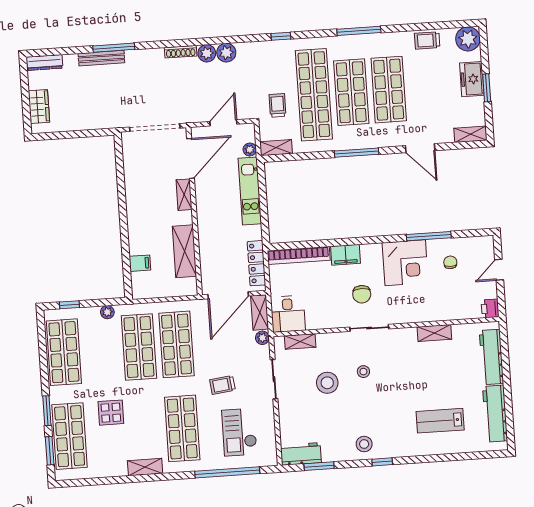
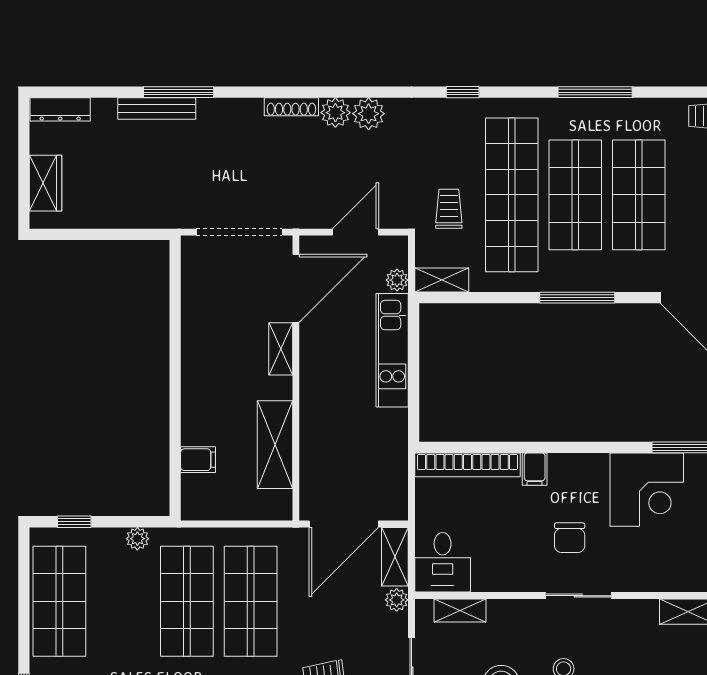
filing cabinet: (346, 255) -> (535, 469), width x0.50
locker: (256, 263) -> (395, 473), removed

